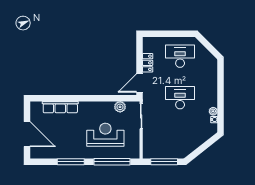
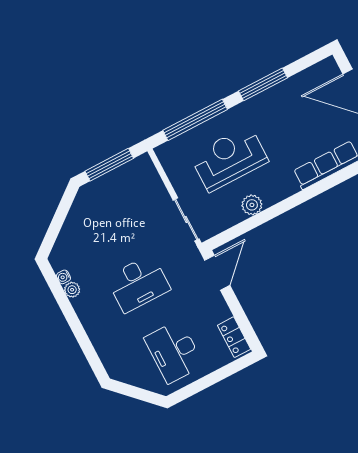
desk: (180, 56) -> (174, 352), turned 90
locker: (148, 63) -> (234, 337), moved
plant: (120, 107) -> (252, 205), moved
reception desk: (105, 135) -> (229, 159), turned 180

